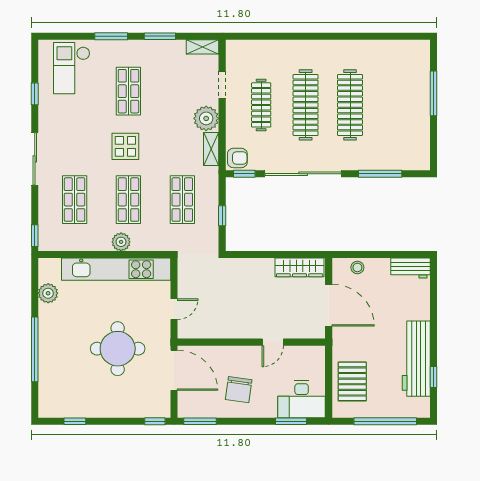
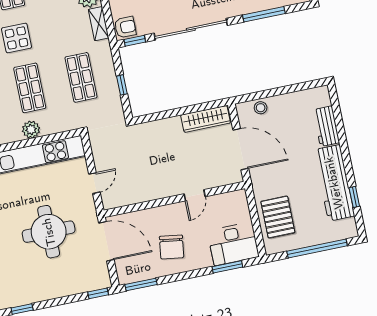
workbench: (410, 268) -> (326, 126), moved, turned 90

